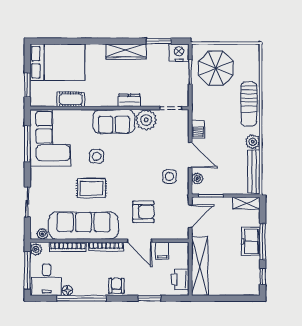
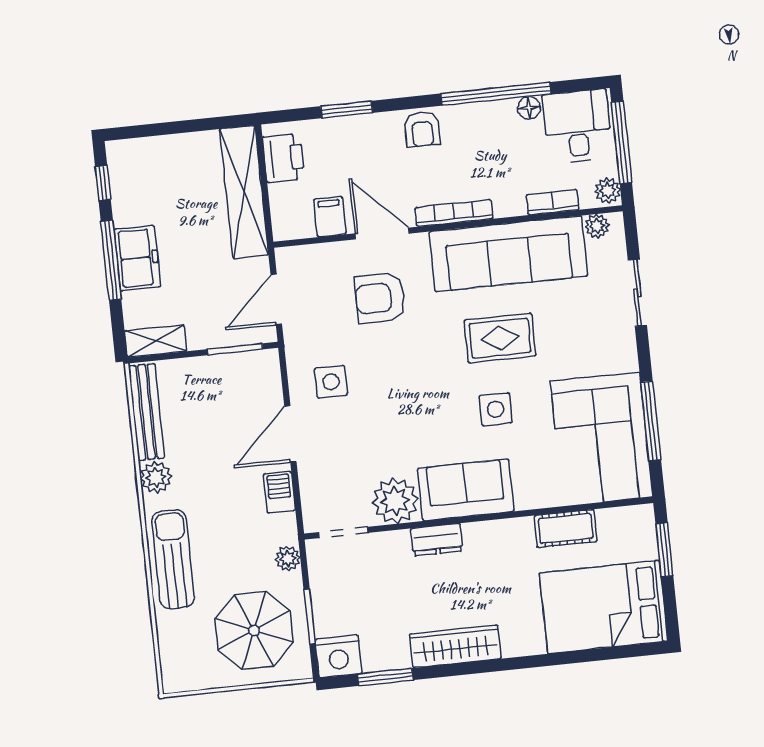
door: (190, 155) -> (290, 434), hinge flipped
plant: (197, 179) -> (288, 558), moved
bookcase: (68, 247) -> (553, 202), width x0.64

